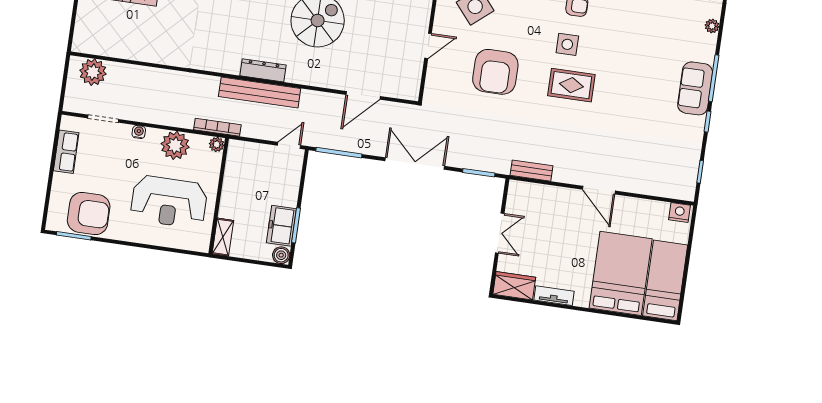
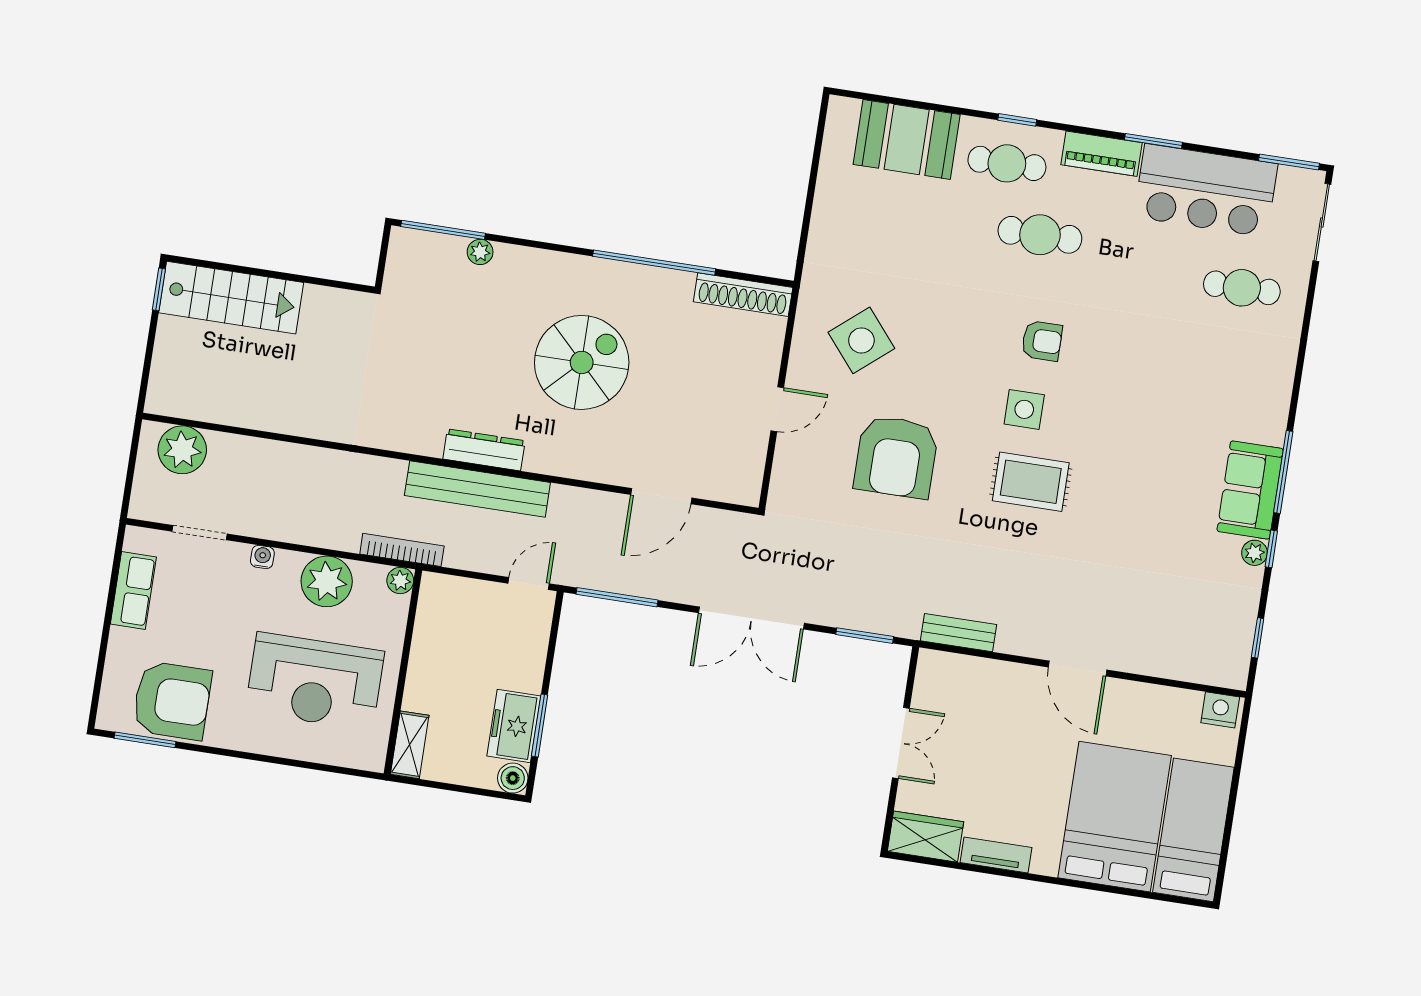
plant: (712, 26) -> (1254, 553), moved
double door: (415, 164) -> (751, 618), swing flipped

